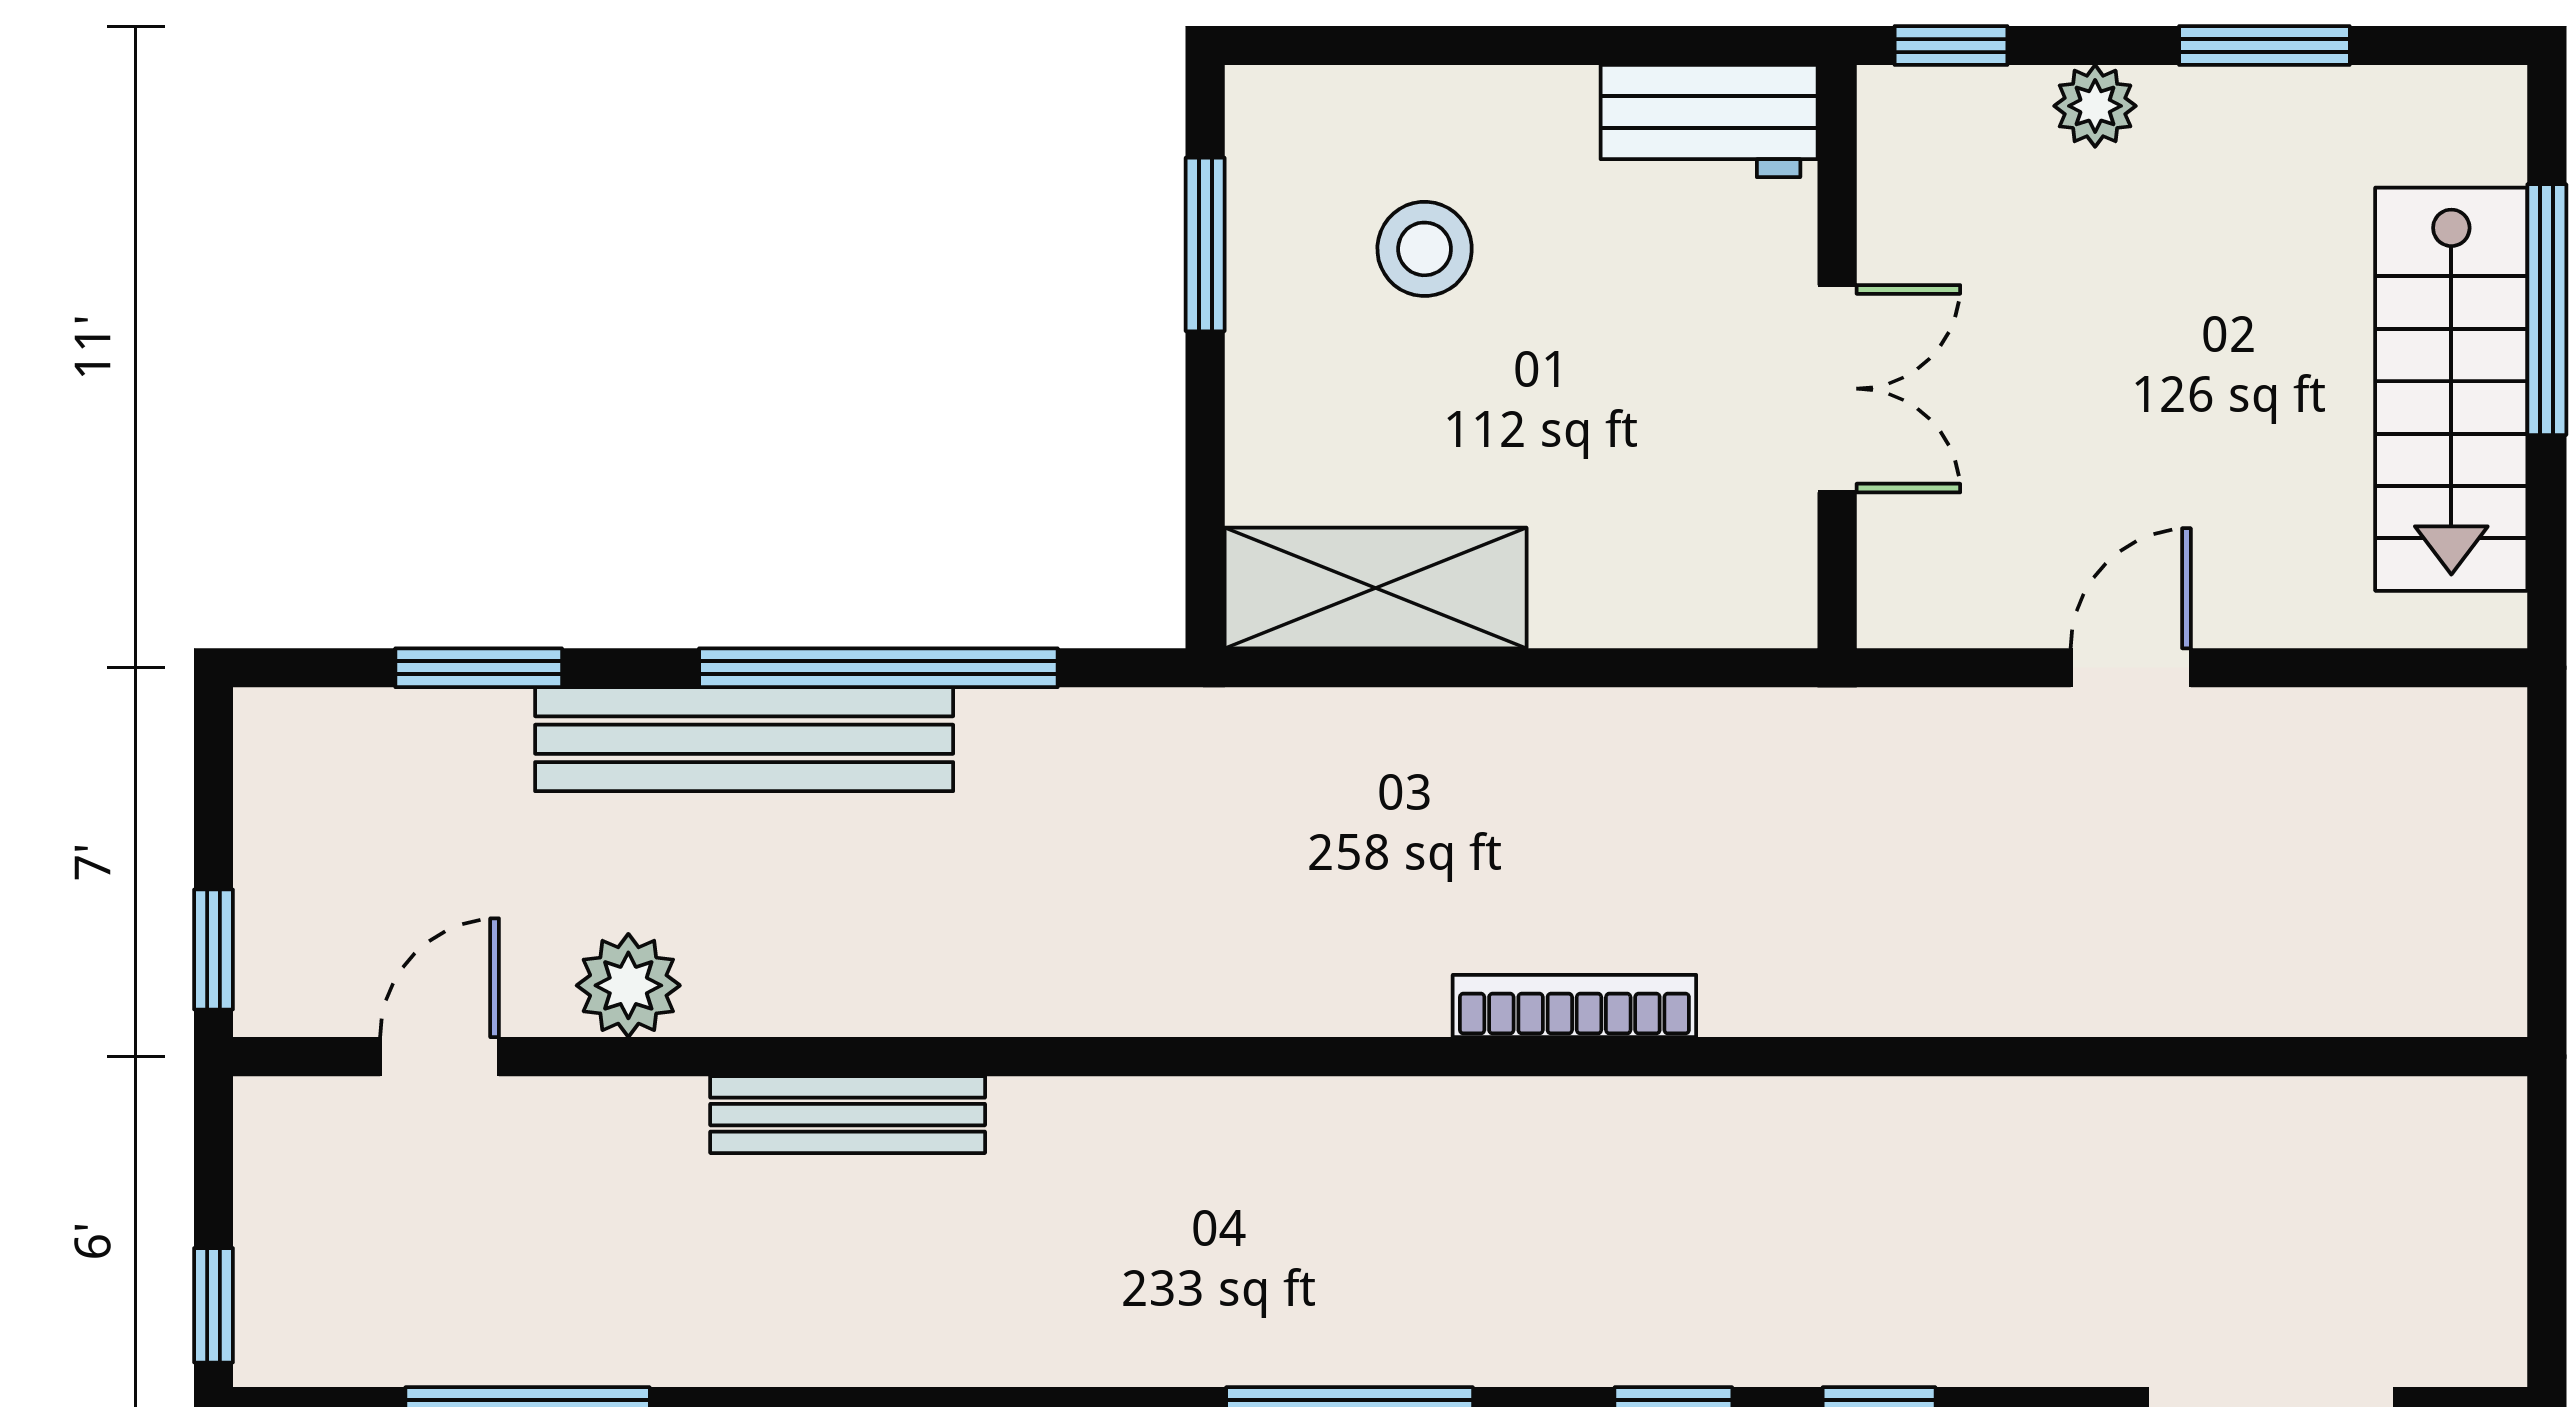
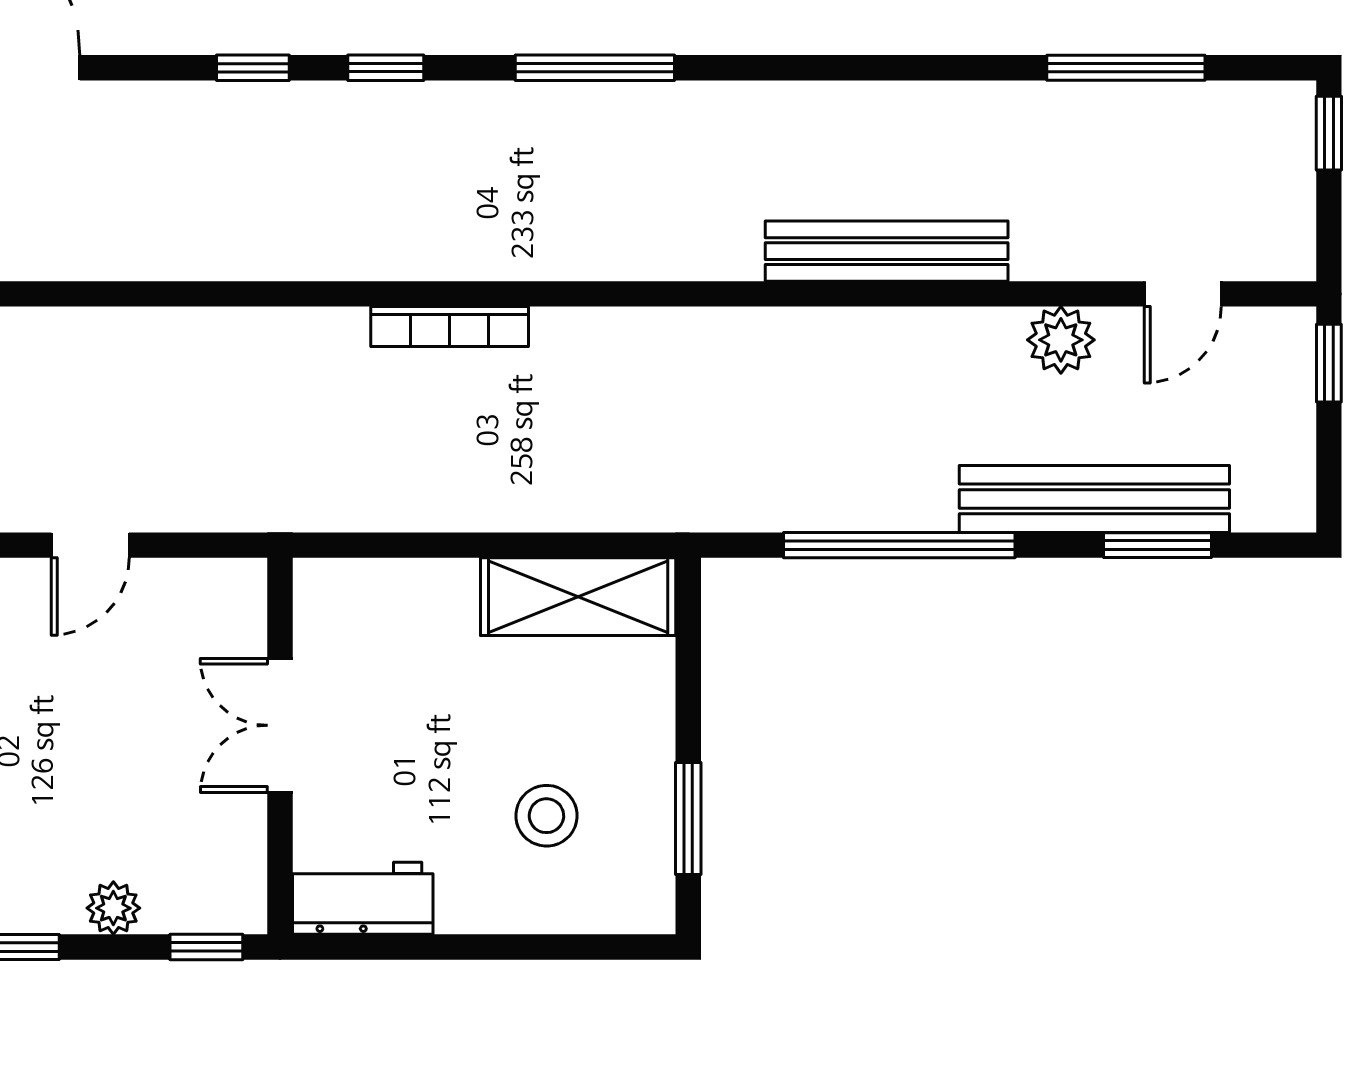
bench: (744, 739) -> (1094, 499), moved
bench: (848, 1115) -> (887, 251), width x1.37, depth x1.21

